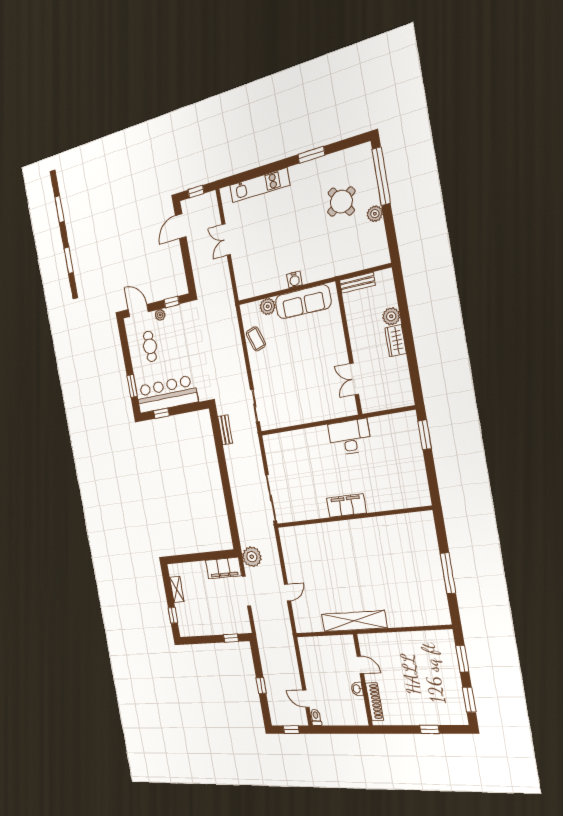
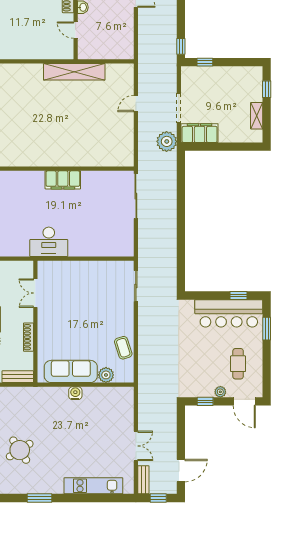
shoe rack: (353, 329) -> (28, 337), added
double door: (354, 379) -> (35, 293), swing flipped
bench: (225, 430) -> (143, 480), moved
window: (261, 686) -> (181, 46), moved

